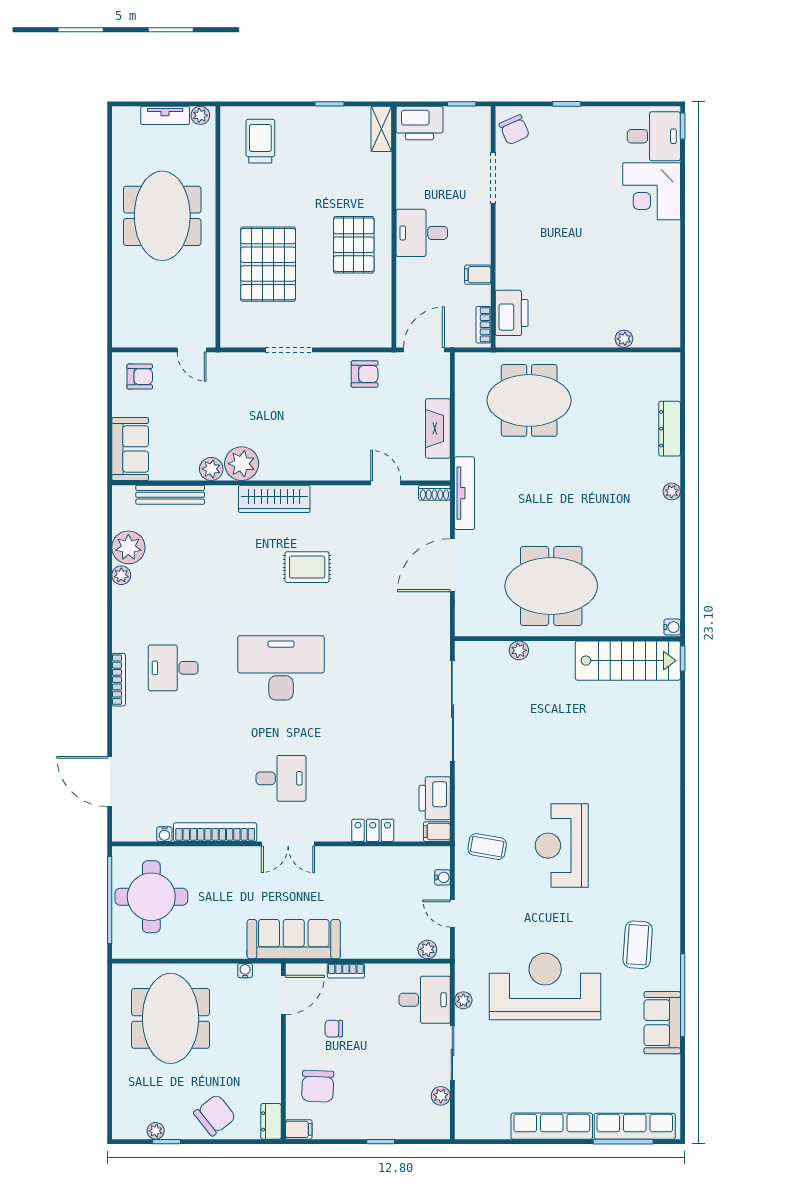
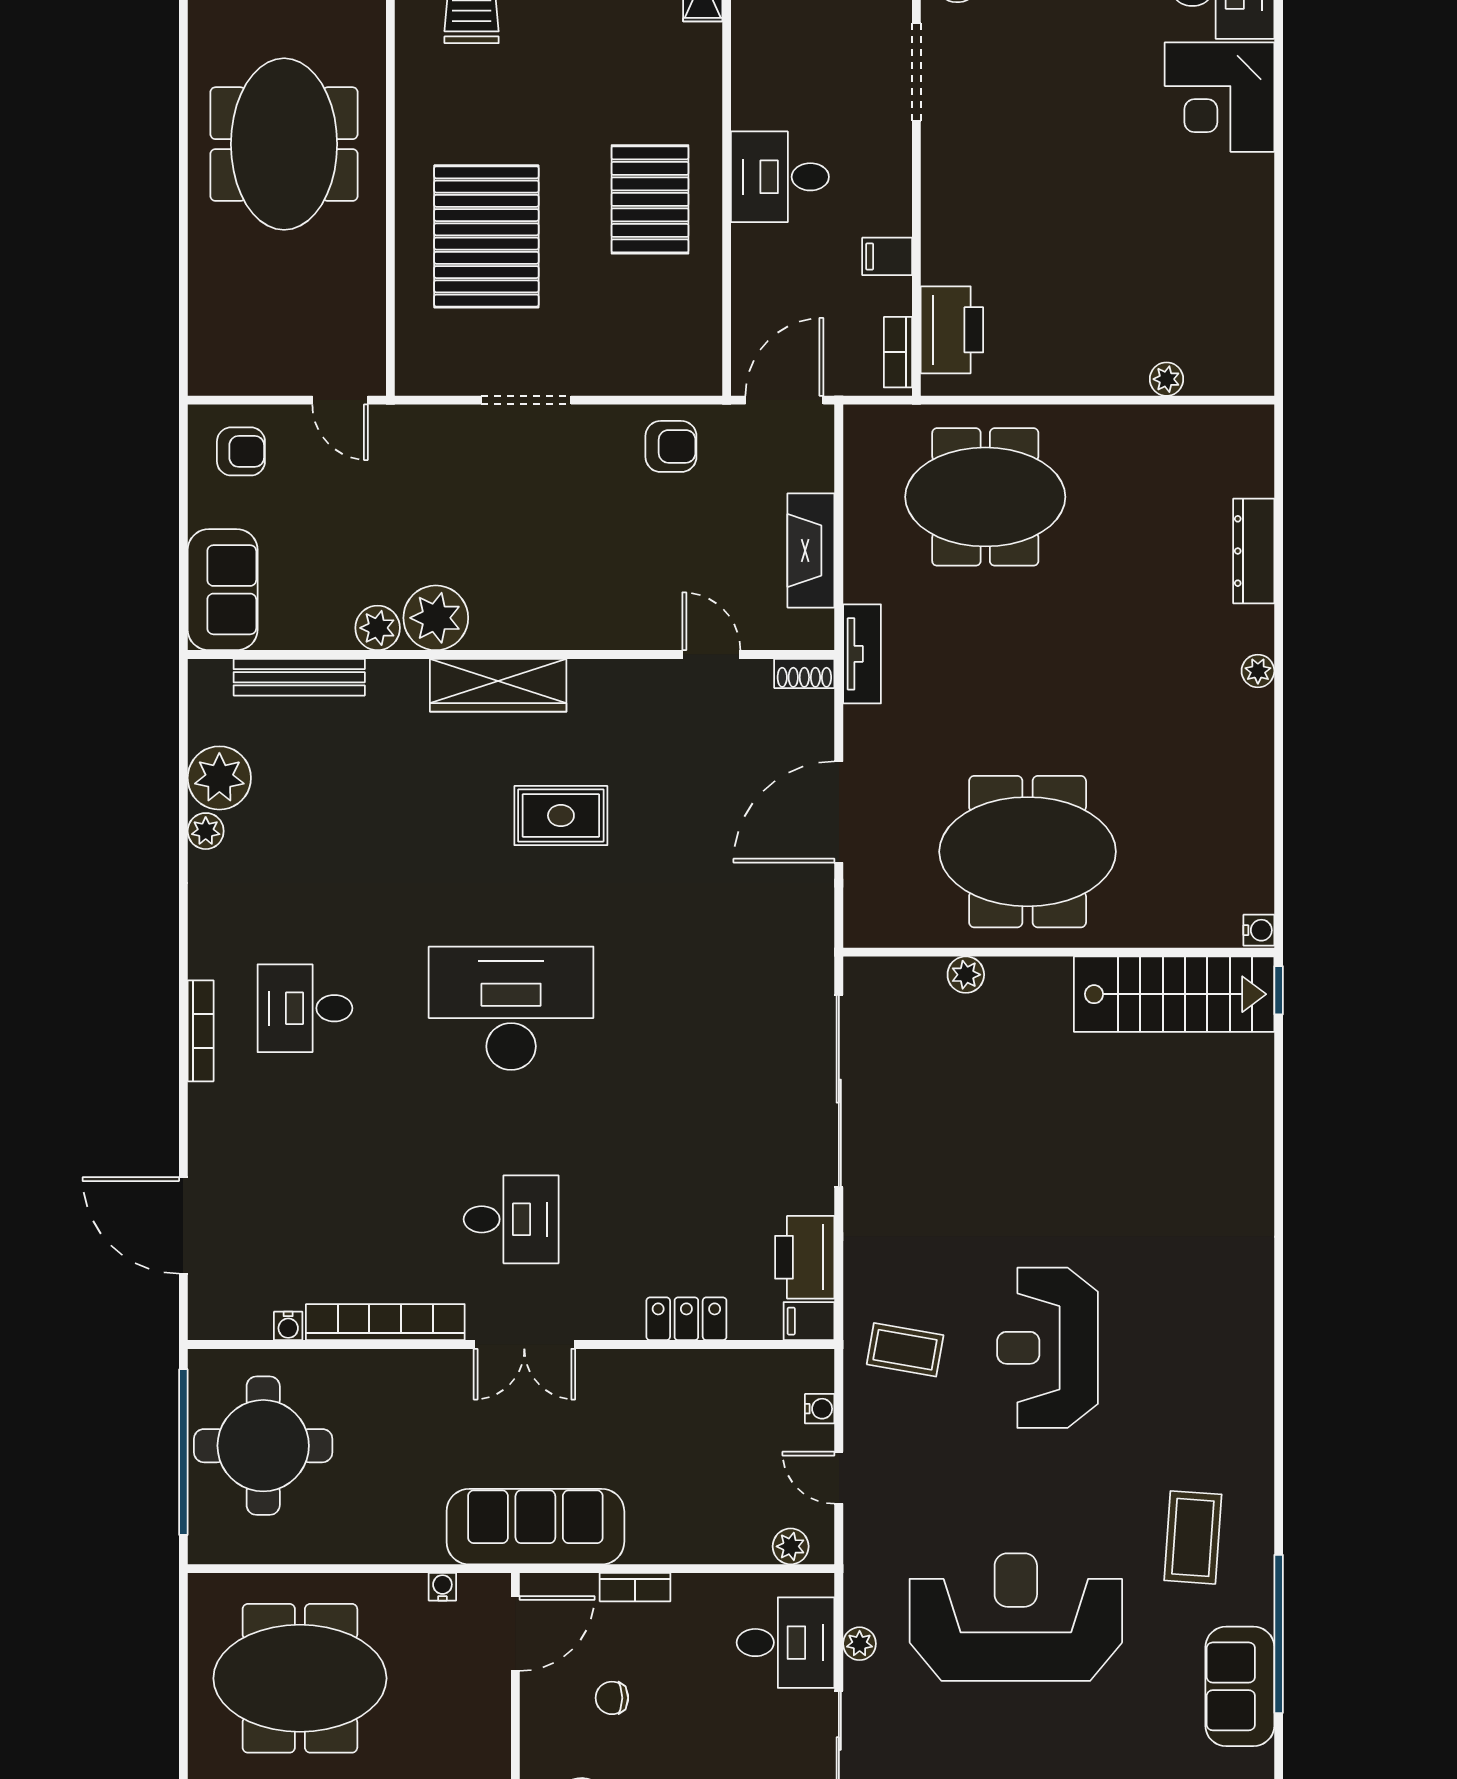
tv unit: (465, 493) -> (862, 654), width x0.71
meeting table: (171, 1018) -> (300, 1678), turned 90

